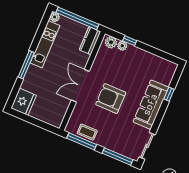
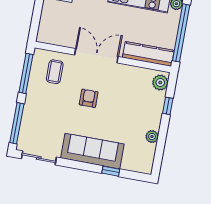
kitchen counter: (90, 41) -> (148, 54), width x1.50
plant: (122, 46) -> (152, 137), moved
armchair: (111, 99) -> (89, 98), width x0.53, depth x0.53
coffee table: (87, 132) -> (55, 72), moved

